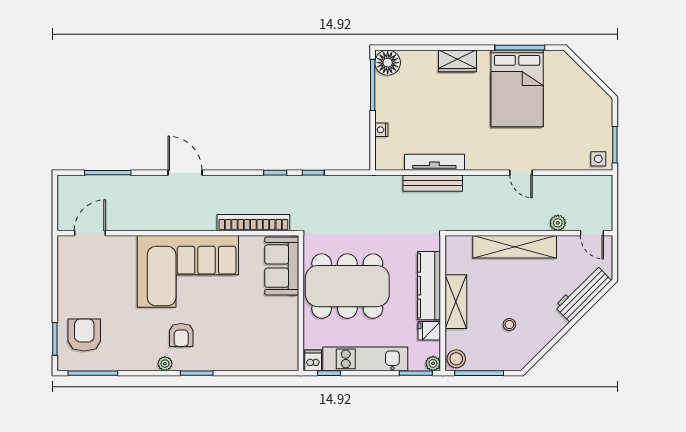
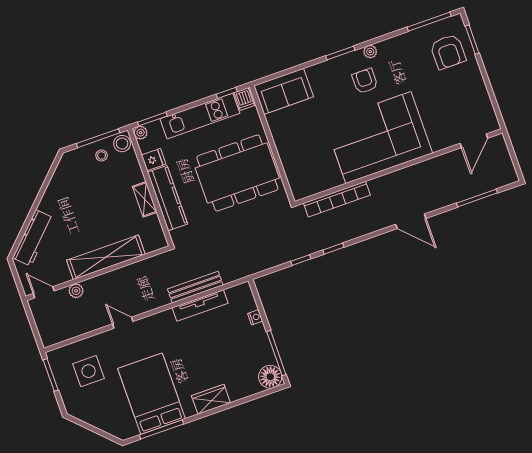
side table: (598, 159) -> (89, 371), moved, width x1.87, depth x1.87
sofa: (282, 266) -> (284, 91), moved, turned 90
shelving: (456, 302) -> (145, 199), width x0.67, depth x0.75
stool: (509, 325) -> (102, 155), moved

